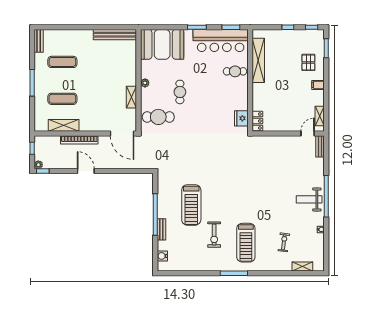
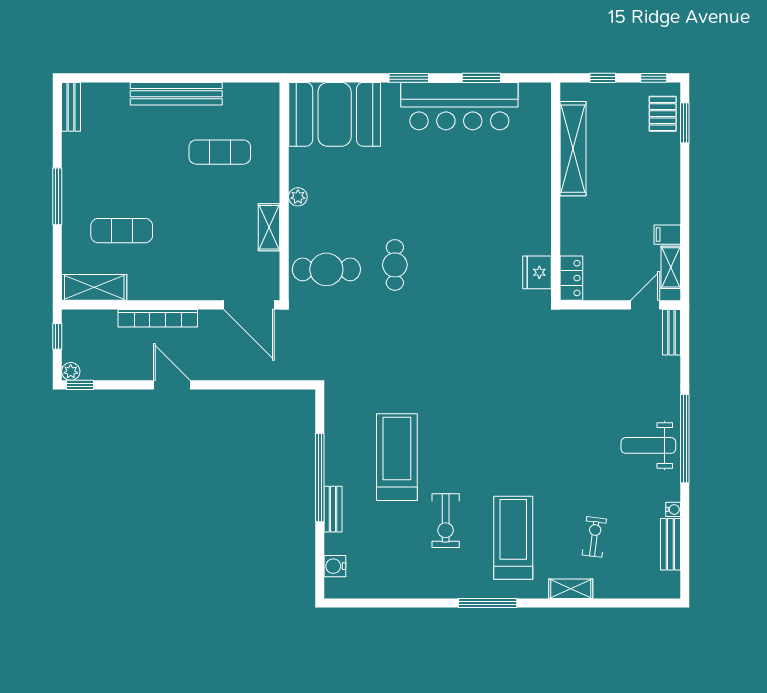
bench: (115, 35) -> (176, 94), moved
shelving: (258, 60) -> (573, 149), moved
exercise mat: (62, 62) -> (220, 152), moved
pallet: (308, 62) -> (663, 114), moved
cafe table: (235, 71) -> (490, 172), removed
wall: (250, 80) -> (556, 191), moved
filing cabinet: (318, 85) -> (667, 235), moved
cafe table: (180, 92) -> (395, 265), moved
fridge: (241, 118) -> (537, 272), moved
locker: (257, 121) -> (571, 278), moved
shelving: (64, 125) -> (94, 287), moved
treadmill: (191, 205) -> (397, 457), turned 180
treadmill: (246, 243) -> (513, 538), turned 180
bench: (319, 246) -> (670, 544), added
shelving: (302, 267) -> (571, 589), moved

